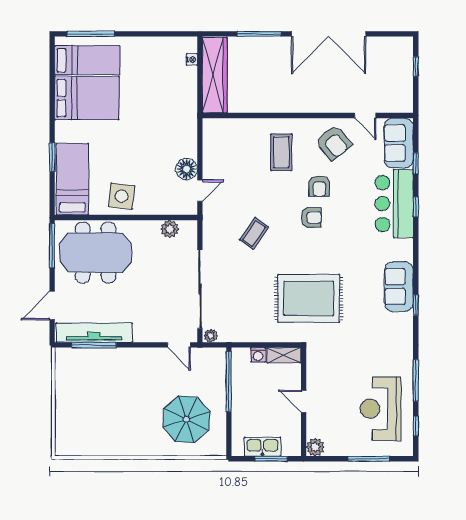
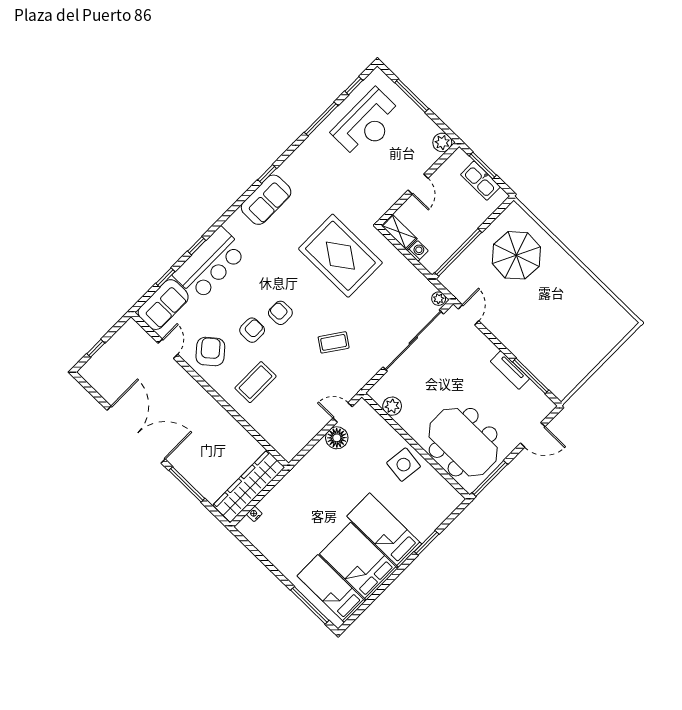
bed: (72, 179) -> (384, 530), moved, turned 90
tv unit: (94, 333) -> (510, 370), width x0.52, depth x0.78

